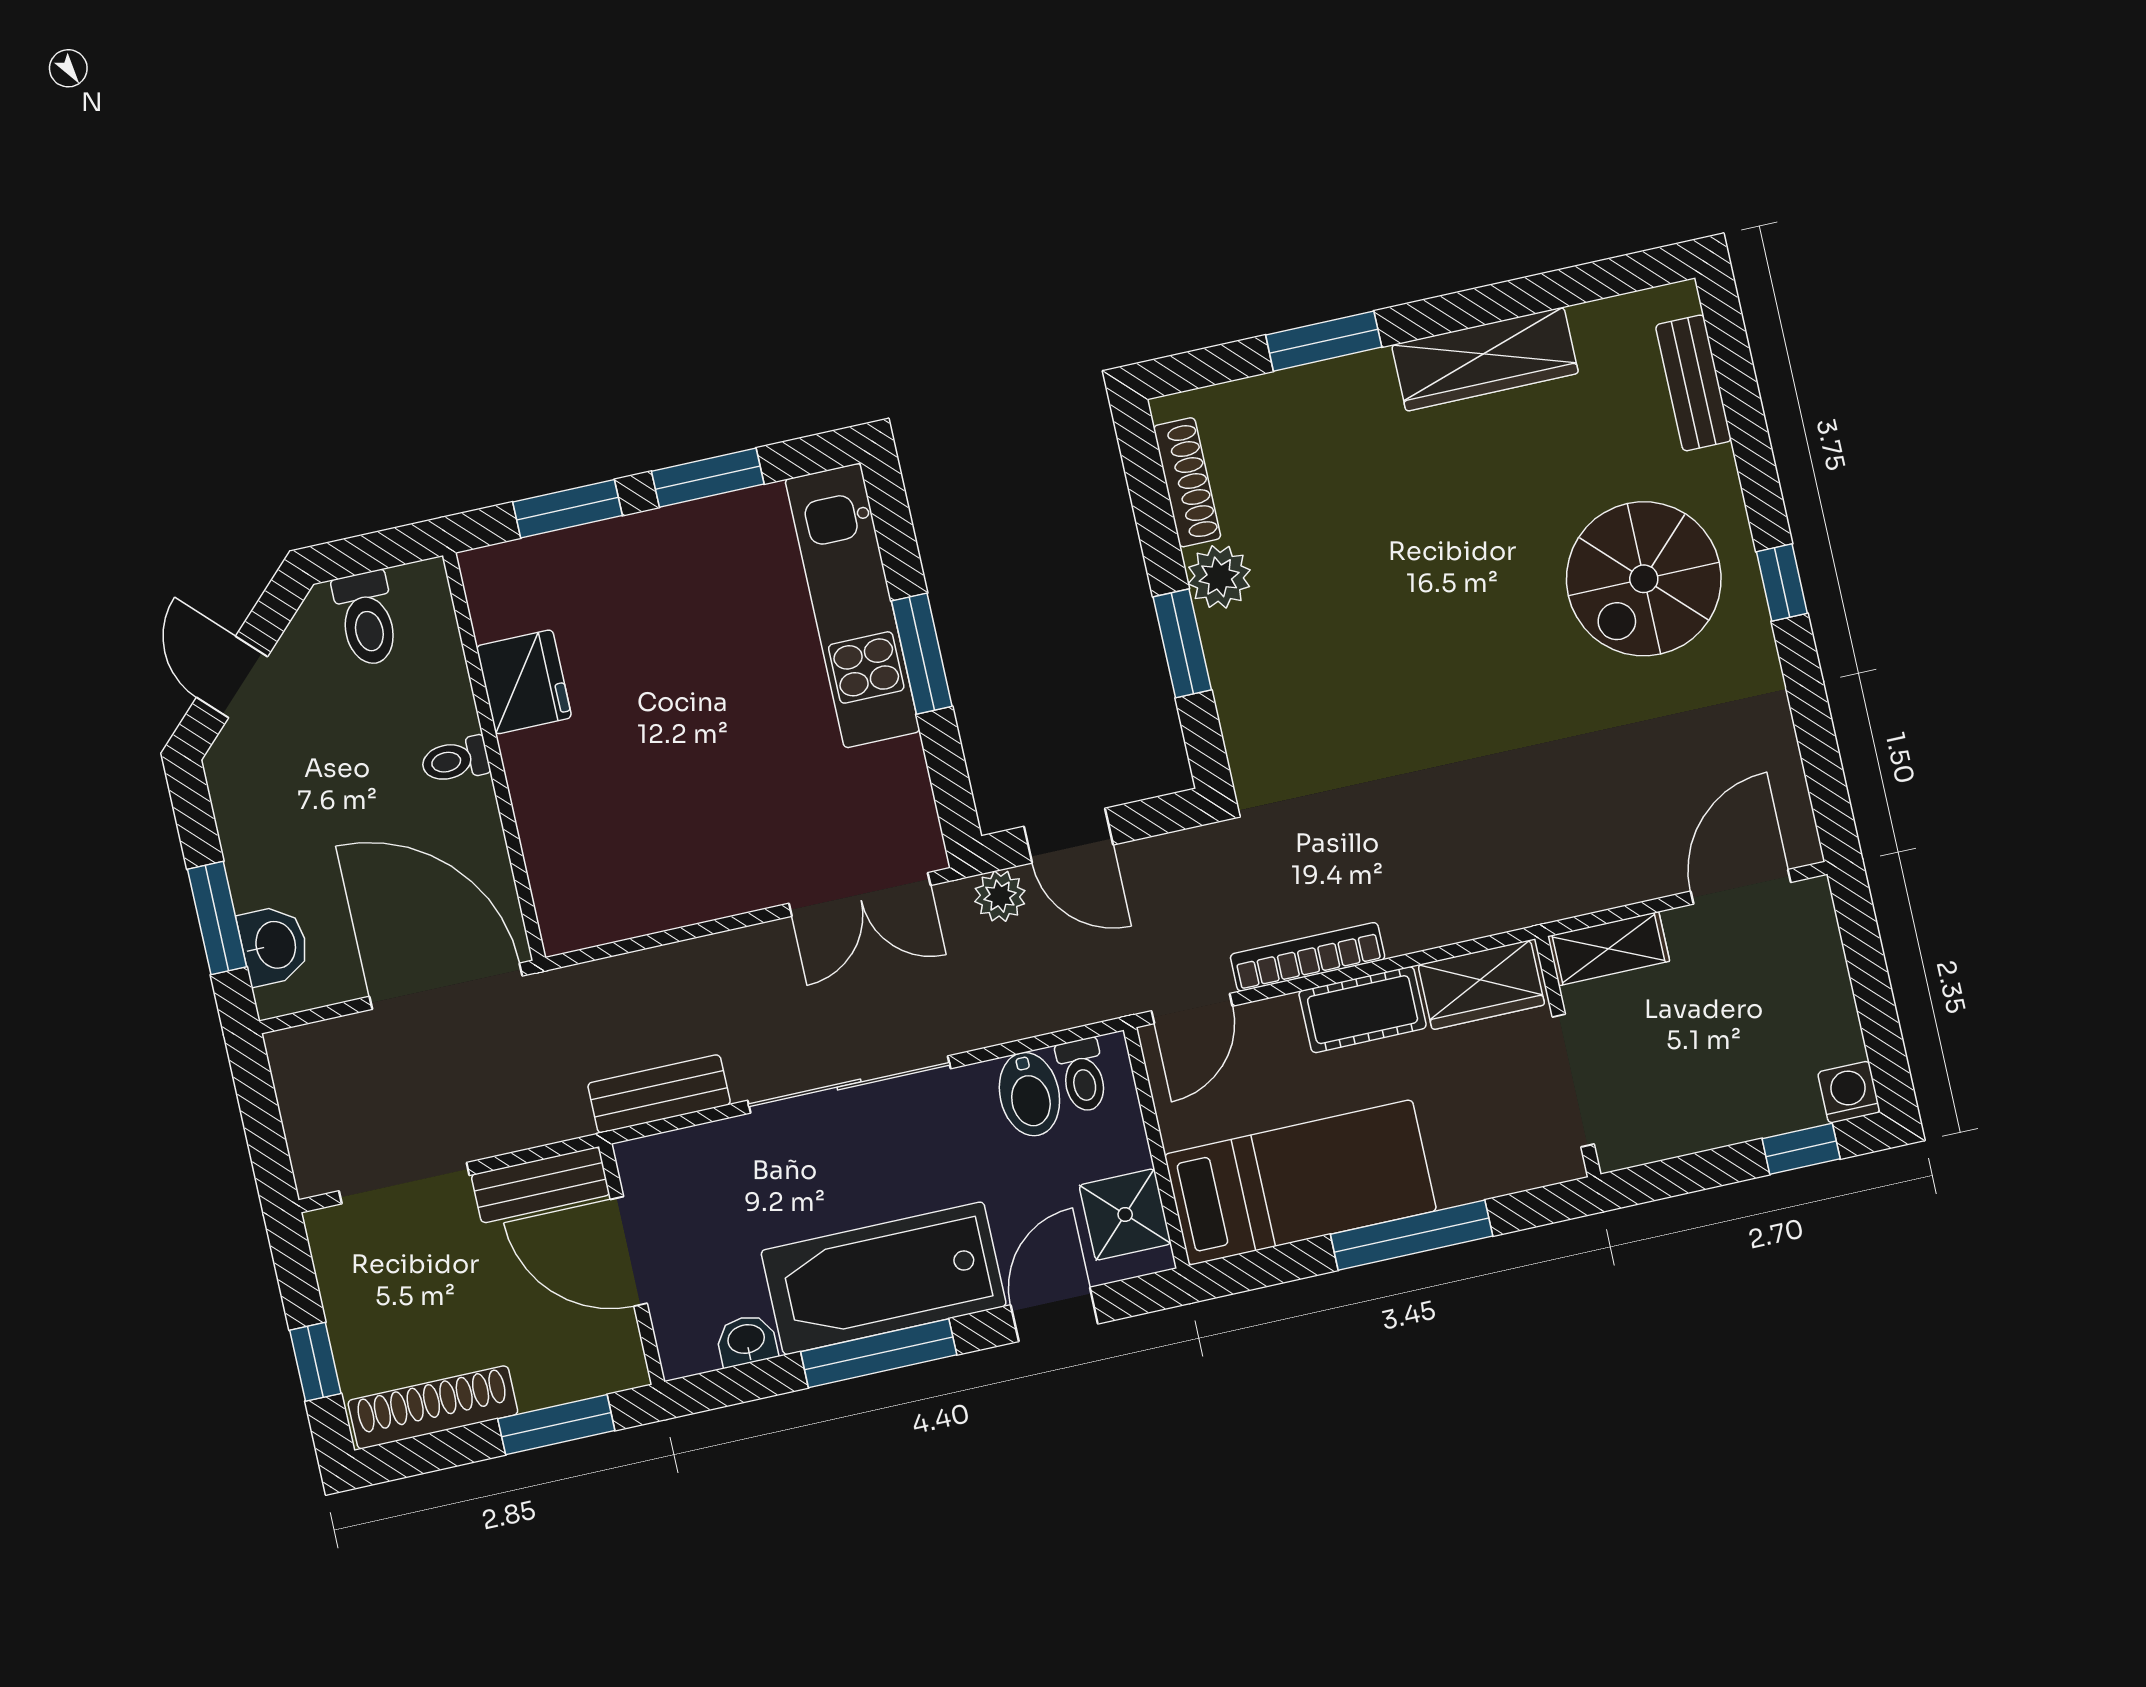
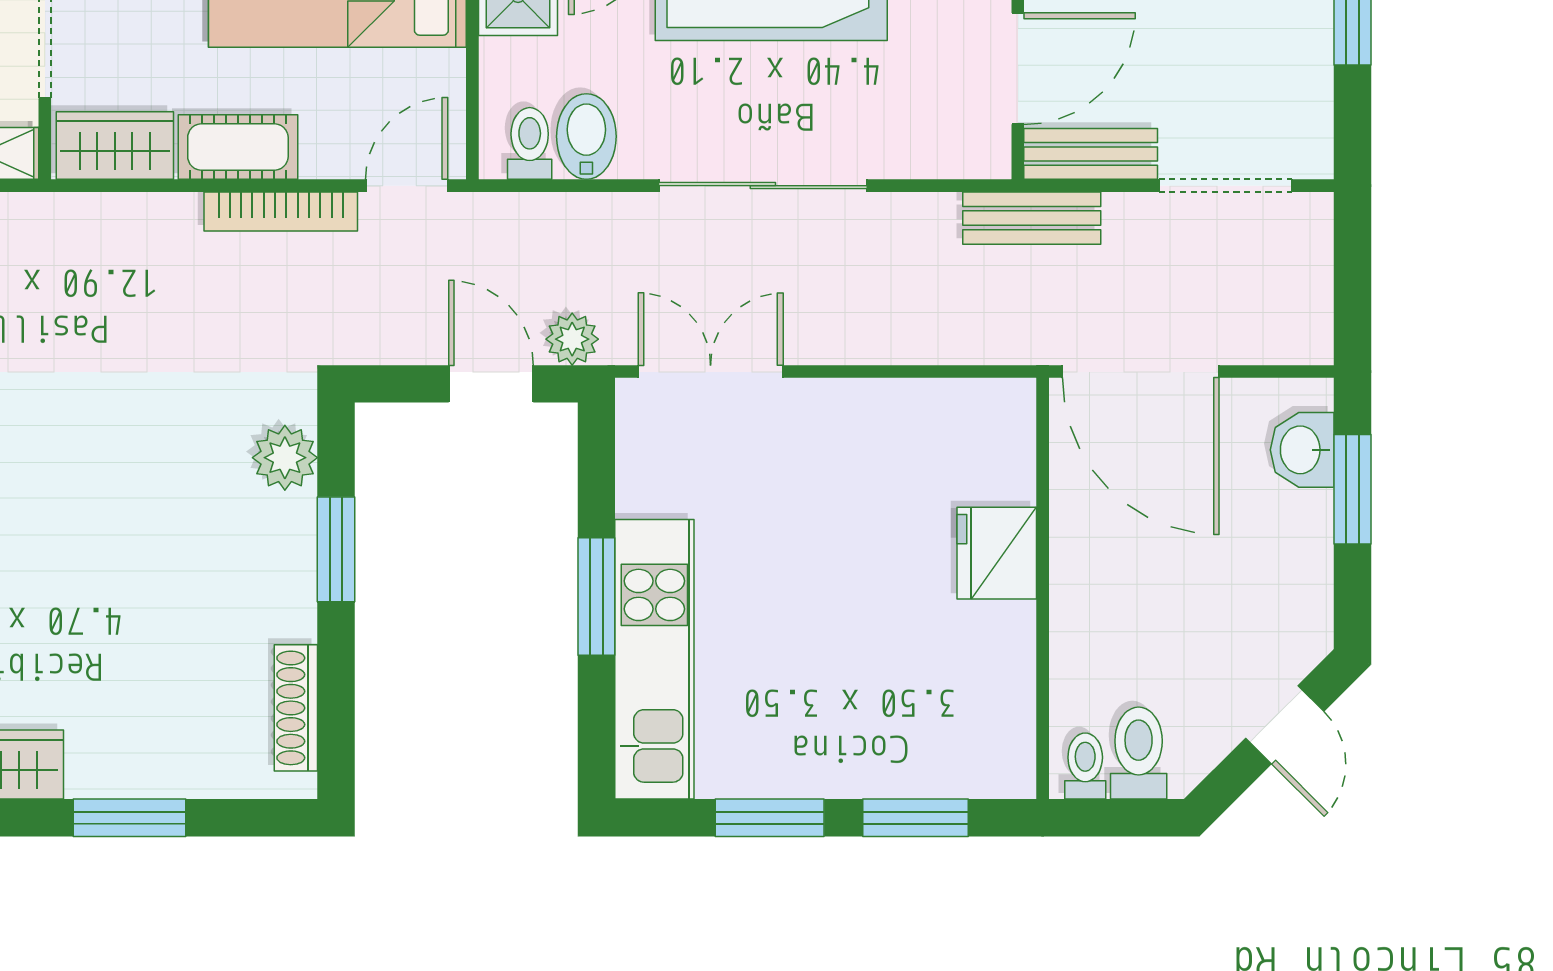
plant: (1219, 577) -> (285, 458), moved
fridge: (524, 682) -> (997, 553), moved
toilet: (455, 760) -> (1085, 766), moved, turned -90
bench: (659, 1094) -> (1032, 218), moved
door: (629, 1251) -> (1018, 69), hinge flipped

